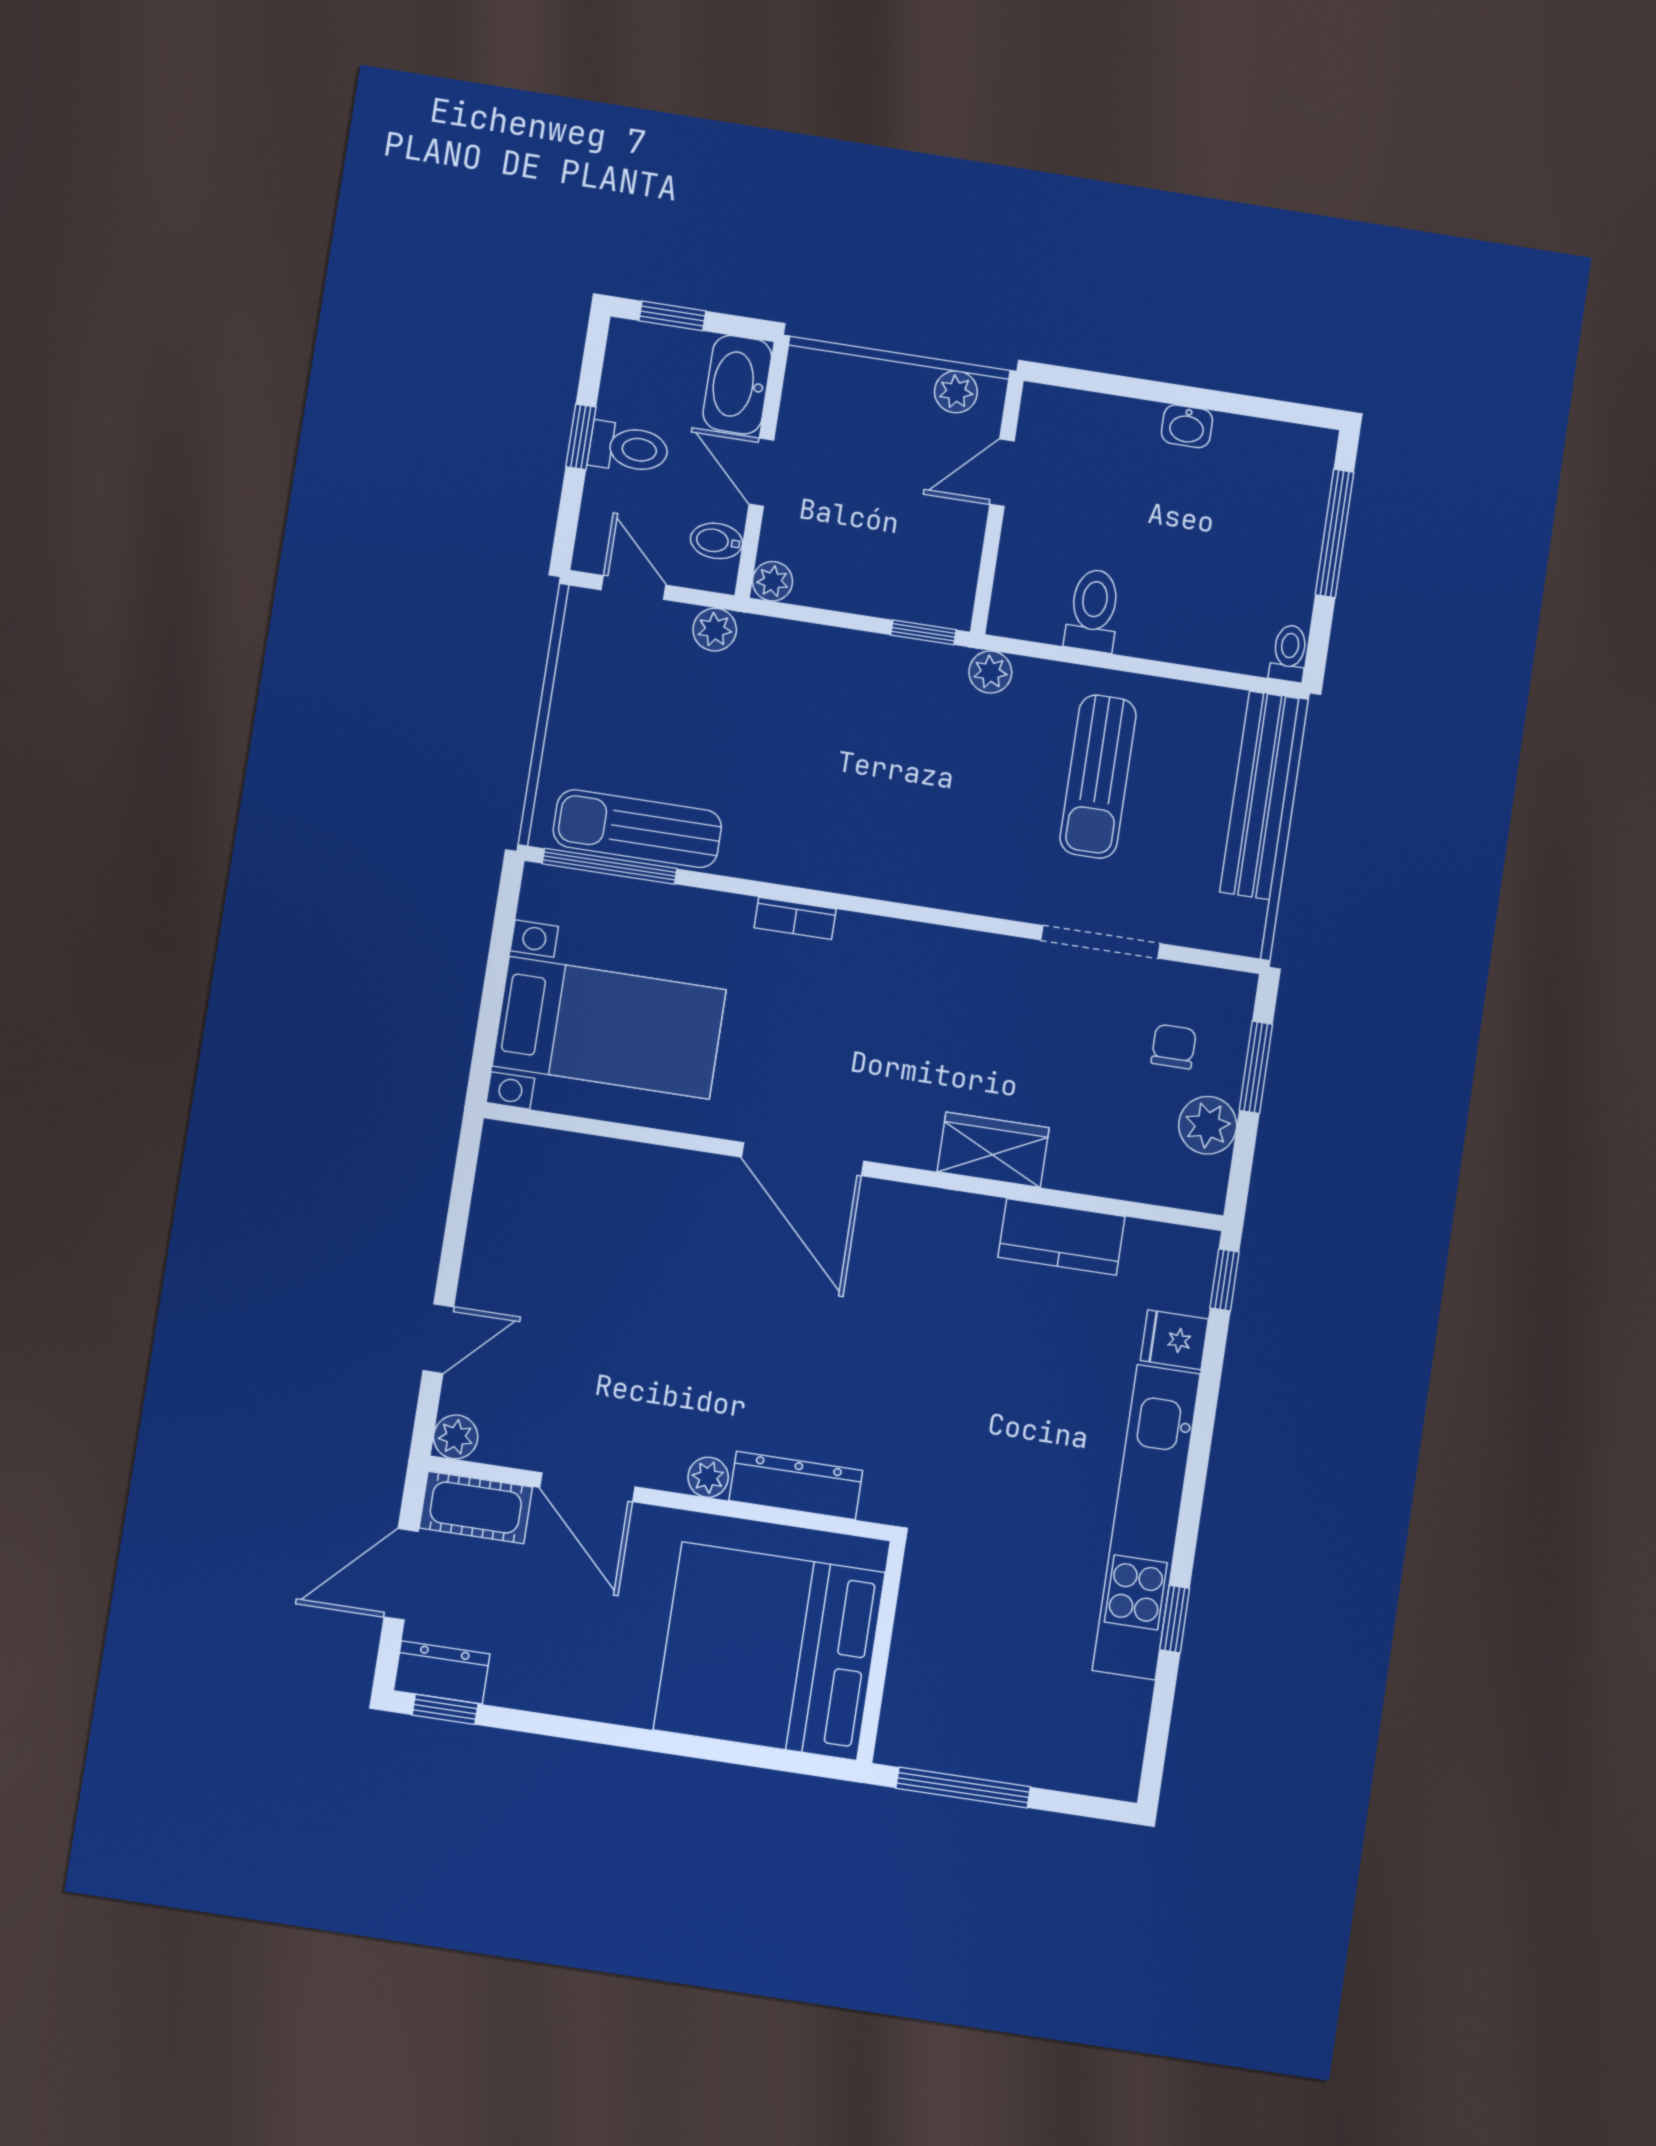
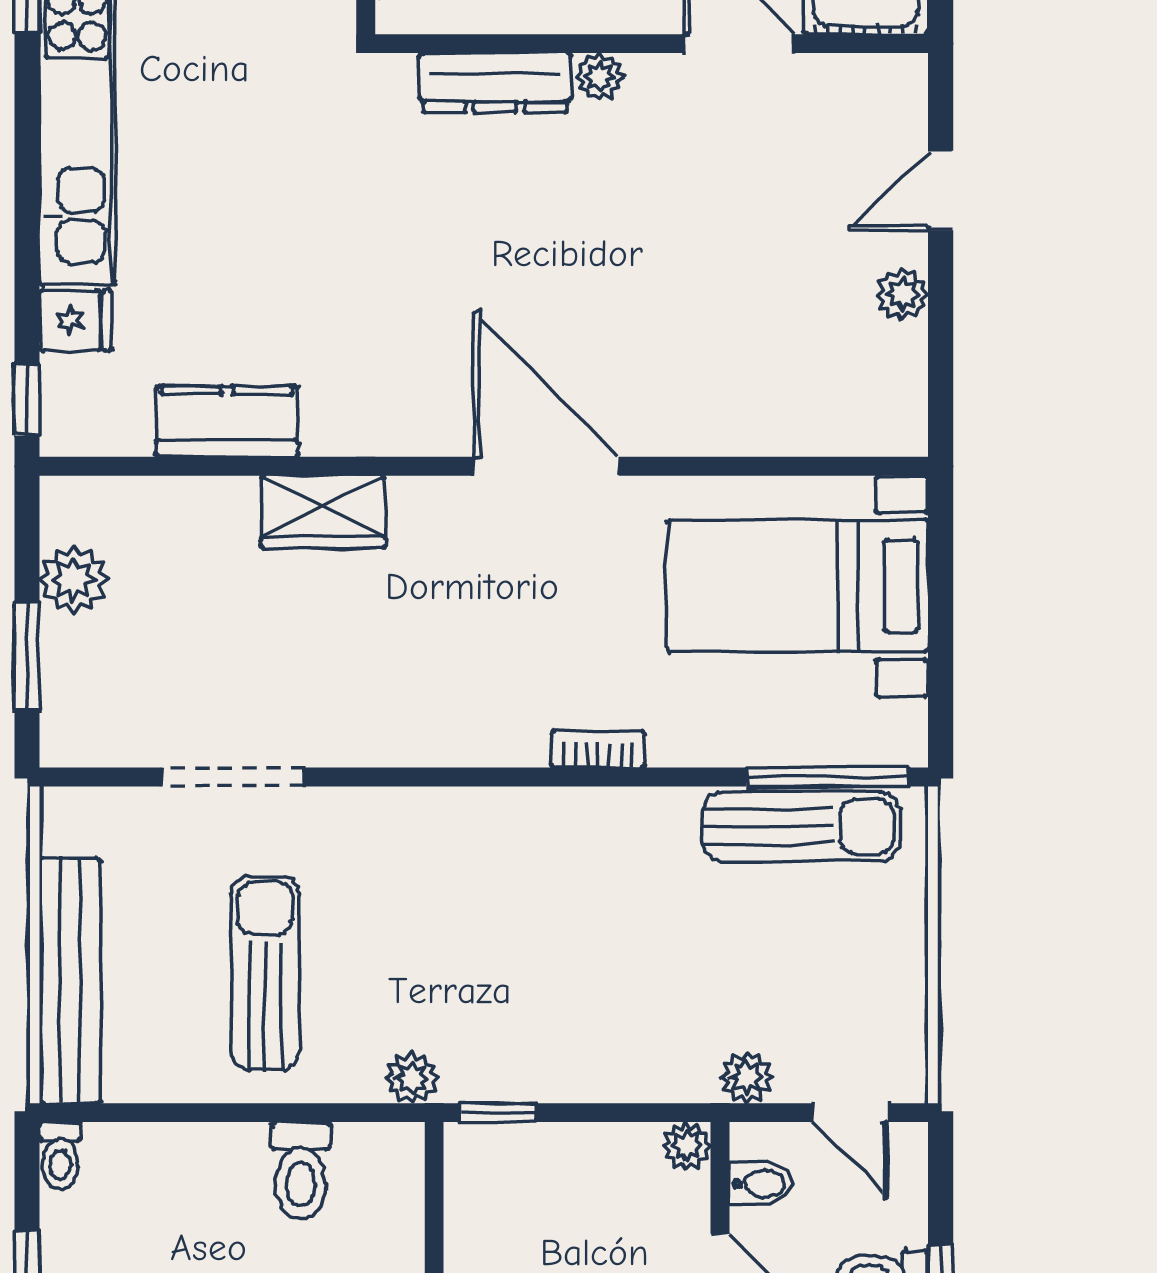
chair: (1174, 1047) -> (128, 666), removed
plant: (456, 1437) -> (902, 294), moved

